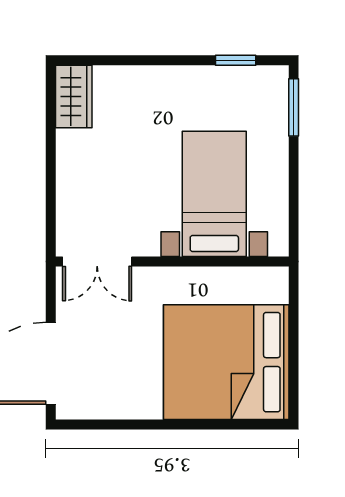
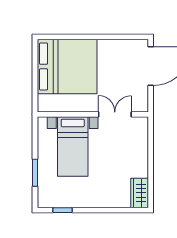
window: (294, 107) -> (35, 173), moved
double door: (97, 262) -> (115, 114), moved

